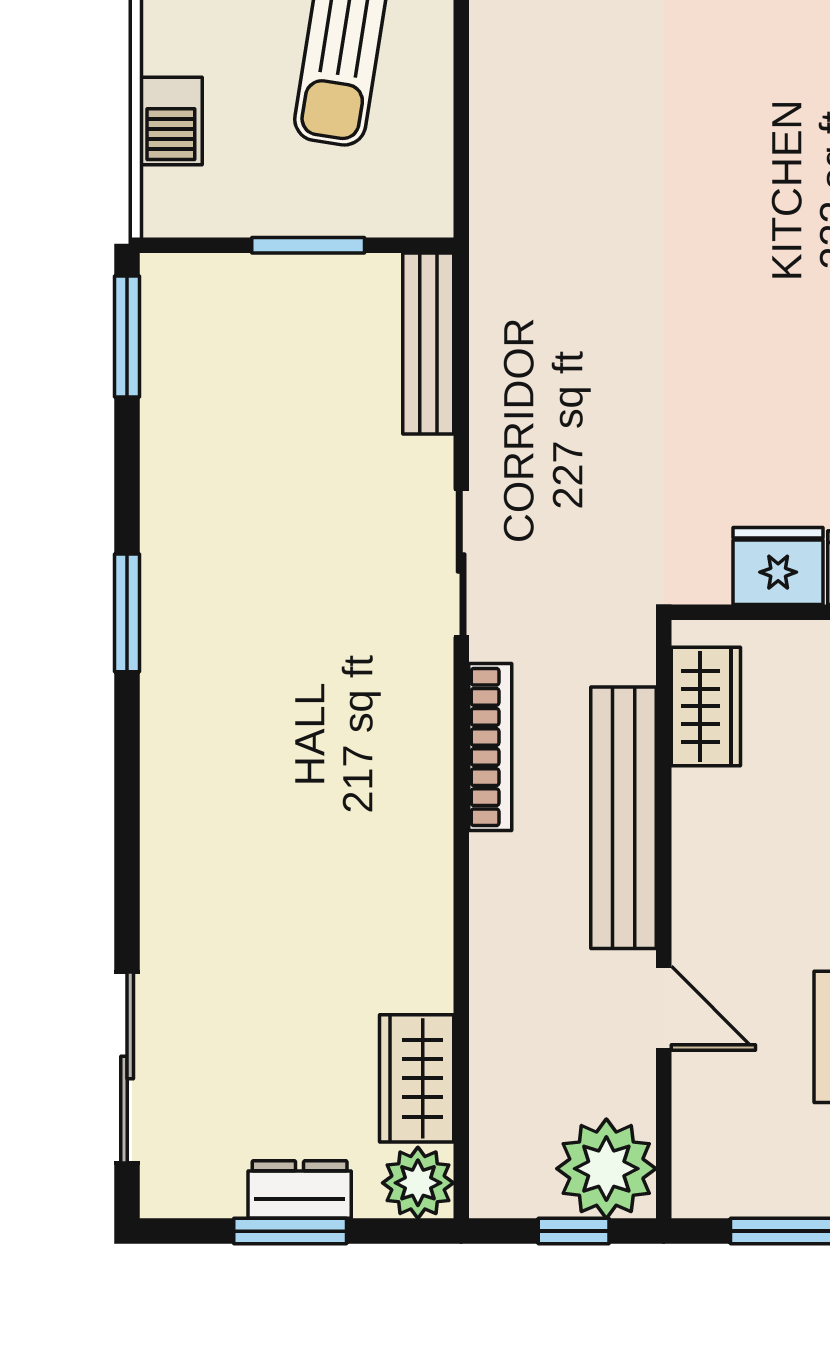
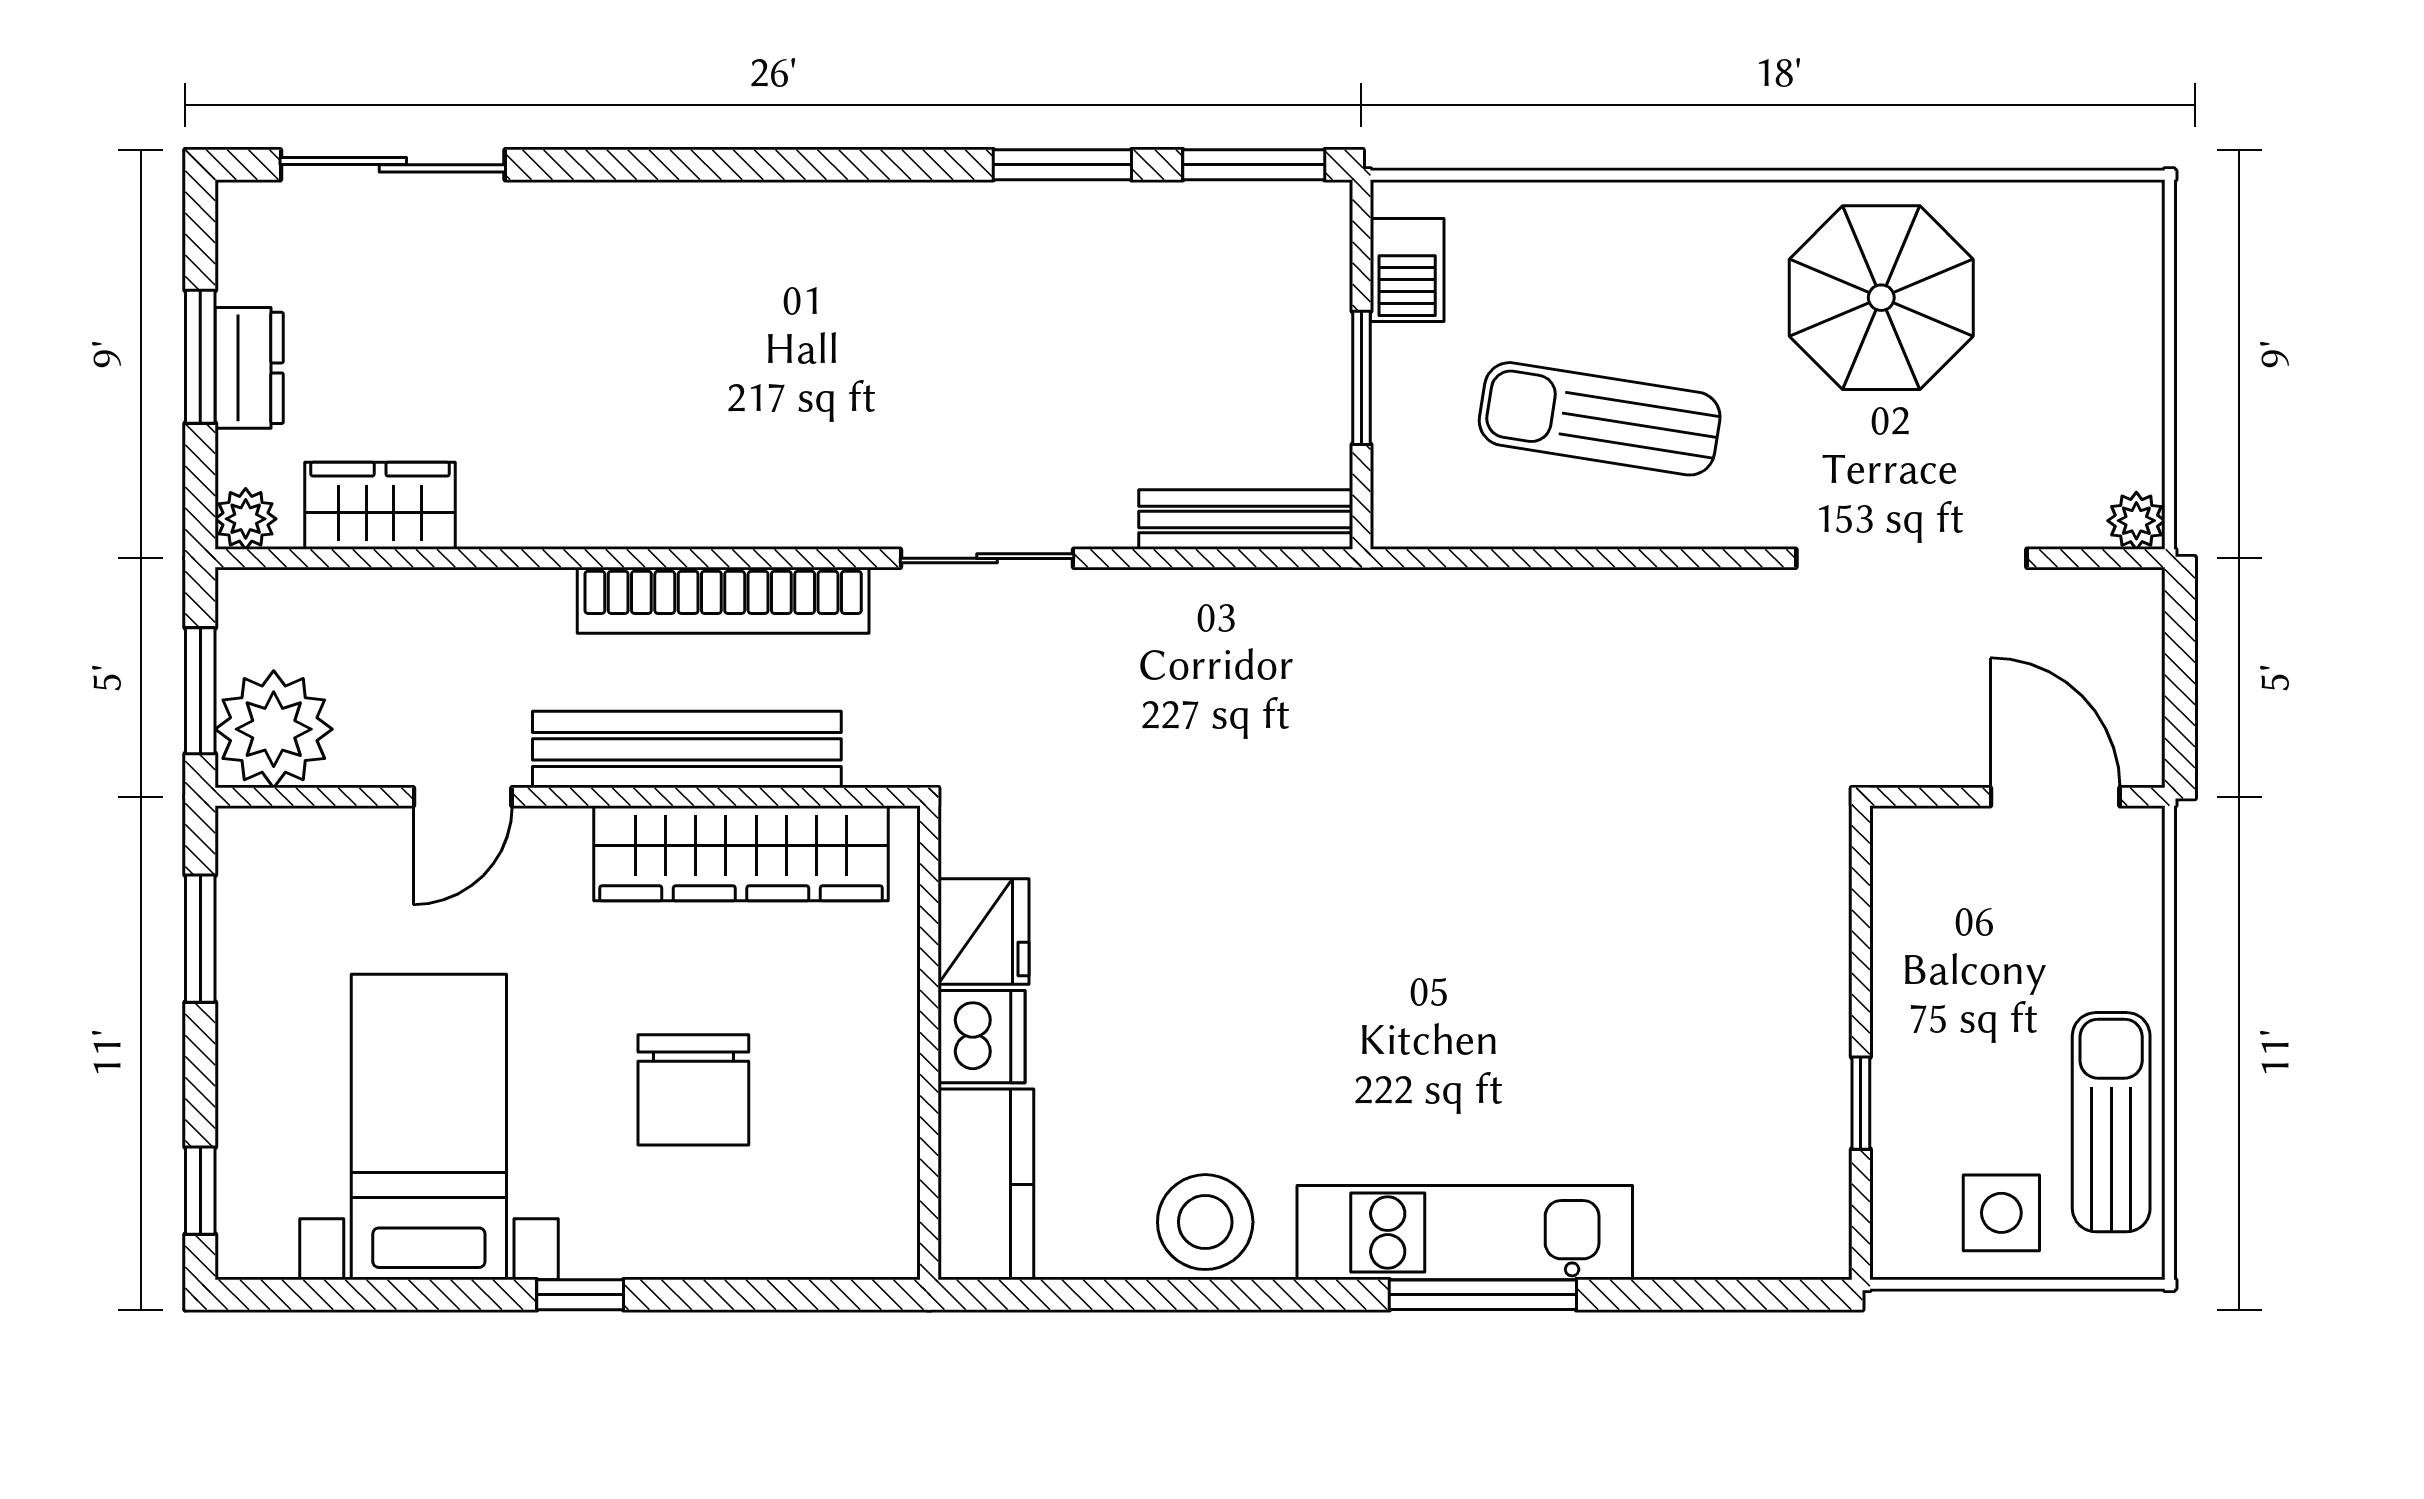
barbecue: (171, 121) -> (1407, 270), moved, turned -90
window: (127, 613) -> (1062, 165), moved
wardrobe: (706, 706) -> (741, 853), width x2.10, depth x1.17
bookcase: (490, 747) -> (723, 600), width x1.48, depth x1.31
plant: (418, 1183) -> (246, 519), width x0.73, depth x0.73
window: (574, 1231) -> (200, 691), width x1.50

